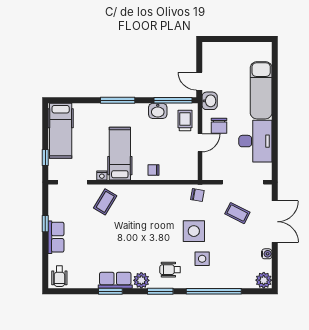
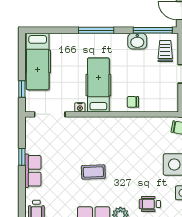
coffee table: (105, 202) -> (93, 172), moved, turned 57

